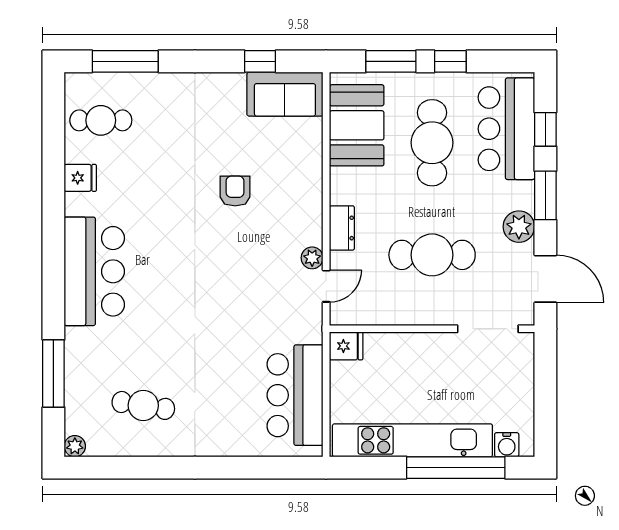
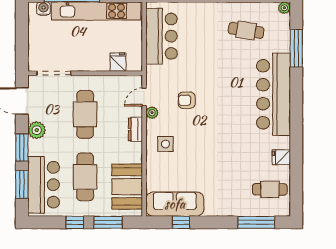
sofa: (285, 94) -> (175, 204), width x1.36
window: (545, 129) -> (22, 184), width x1.50
armchair: (235, 191) -> (187, 100), moved, turned 90
side table: (288, 202) -> (165, 144), added
cafe table: (432, 255) -> (85, 114), turned 90
bar counter: (94, 271) -> (273, 94), width x1.36
fridge: (346, 346) -> (118, 62), moved, turned 90

